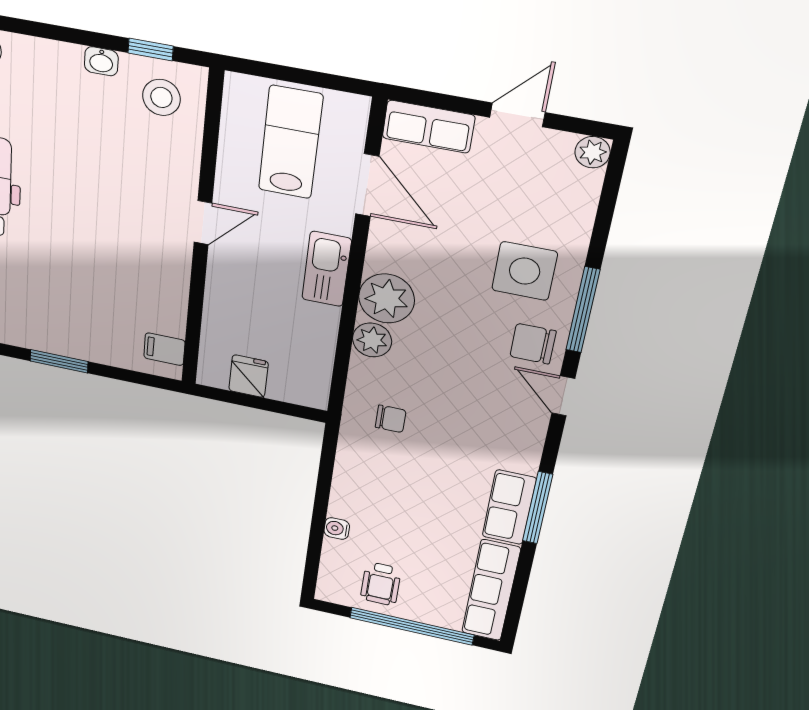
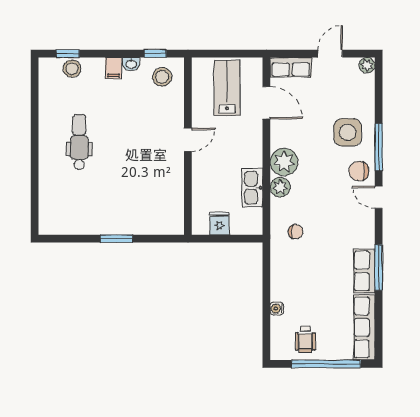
kitchen sink: (327, 269) -> (252, 188), moved
filing cabinet: (164, 349) -> (113, 68), moved, turned -90

